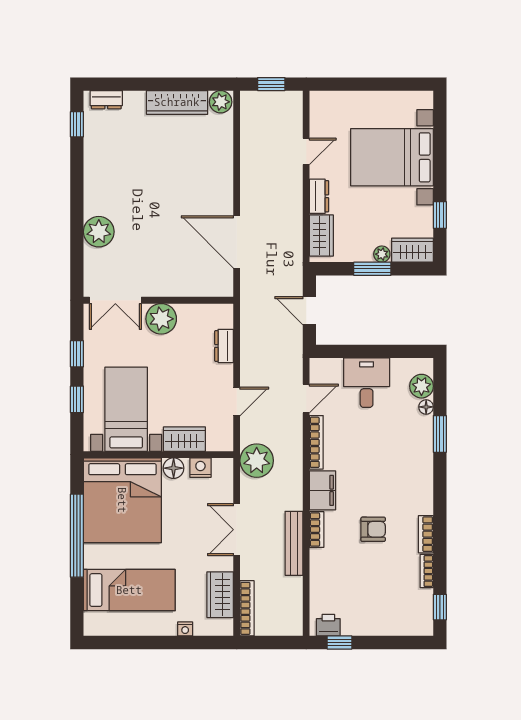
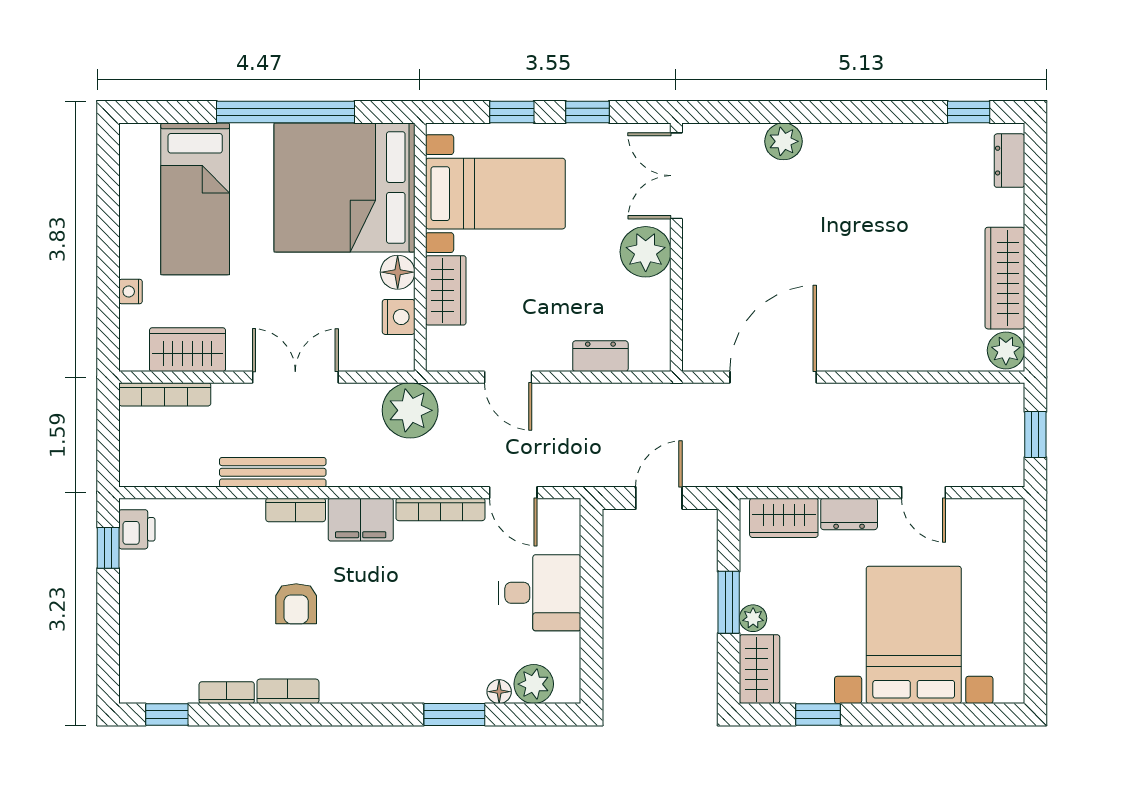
plant: (99, 232) -> (783, 141), width x0.73, depth x0.73

